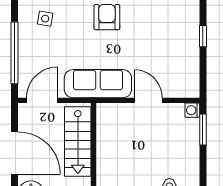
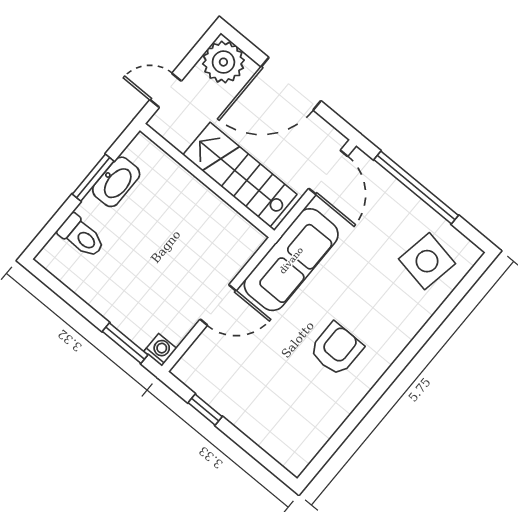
armchair: (107, 17) -> (336, 349), moved, turned -90
side table: (45, 19) -> (427, 261), width x1.87, depth x1.87
window: (203, 36) -> (205, 410), moved

